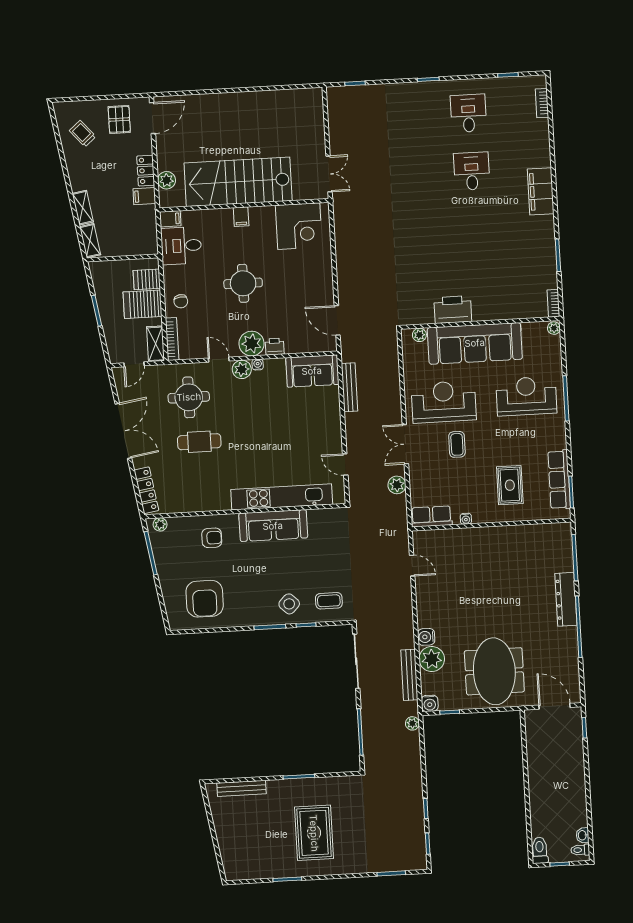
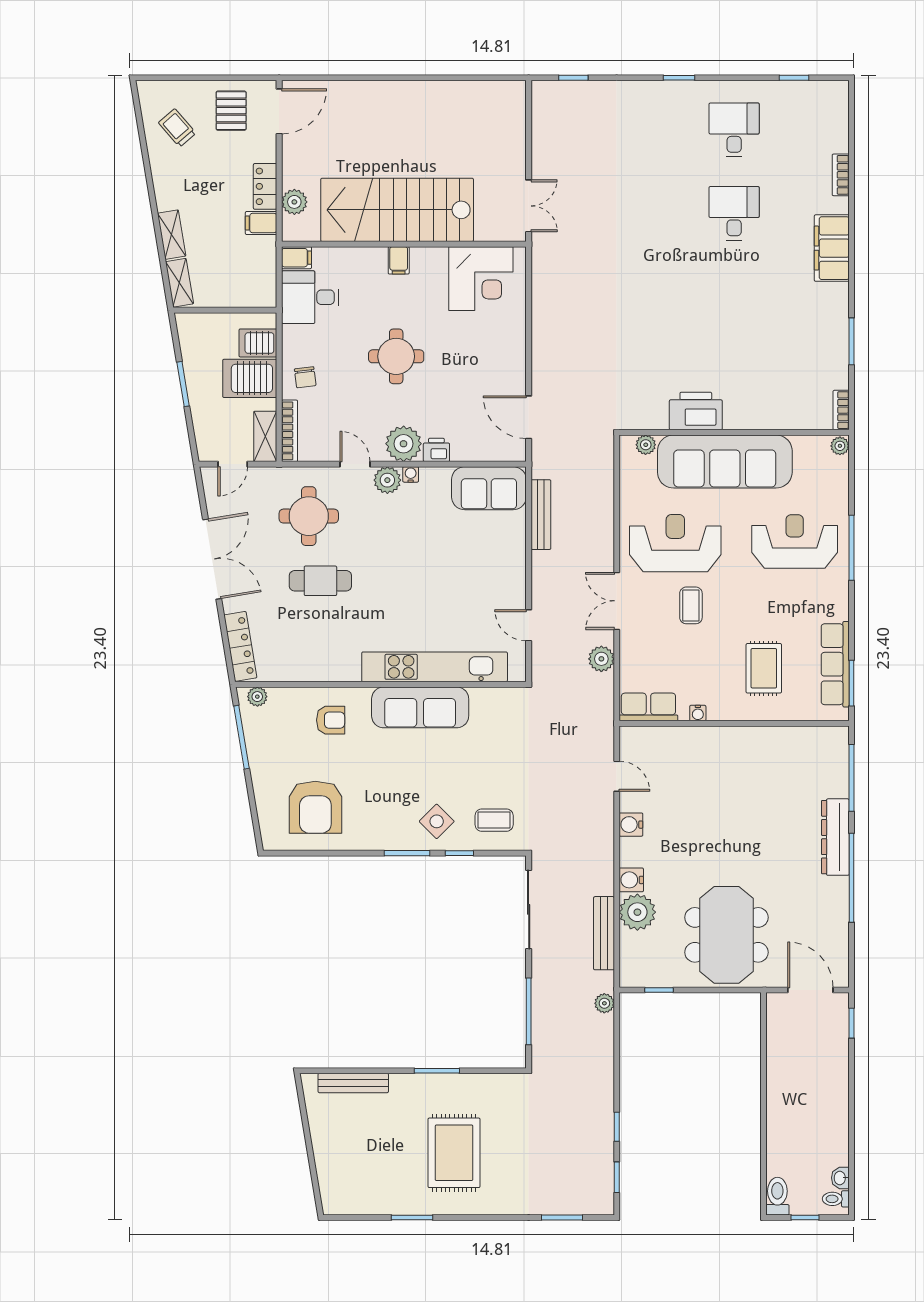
bookcase: (542, 103) -> (841, 175), moved
water cooler: (430, 703) -> (631, 825), moved, turned 90

